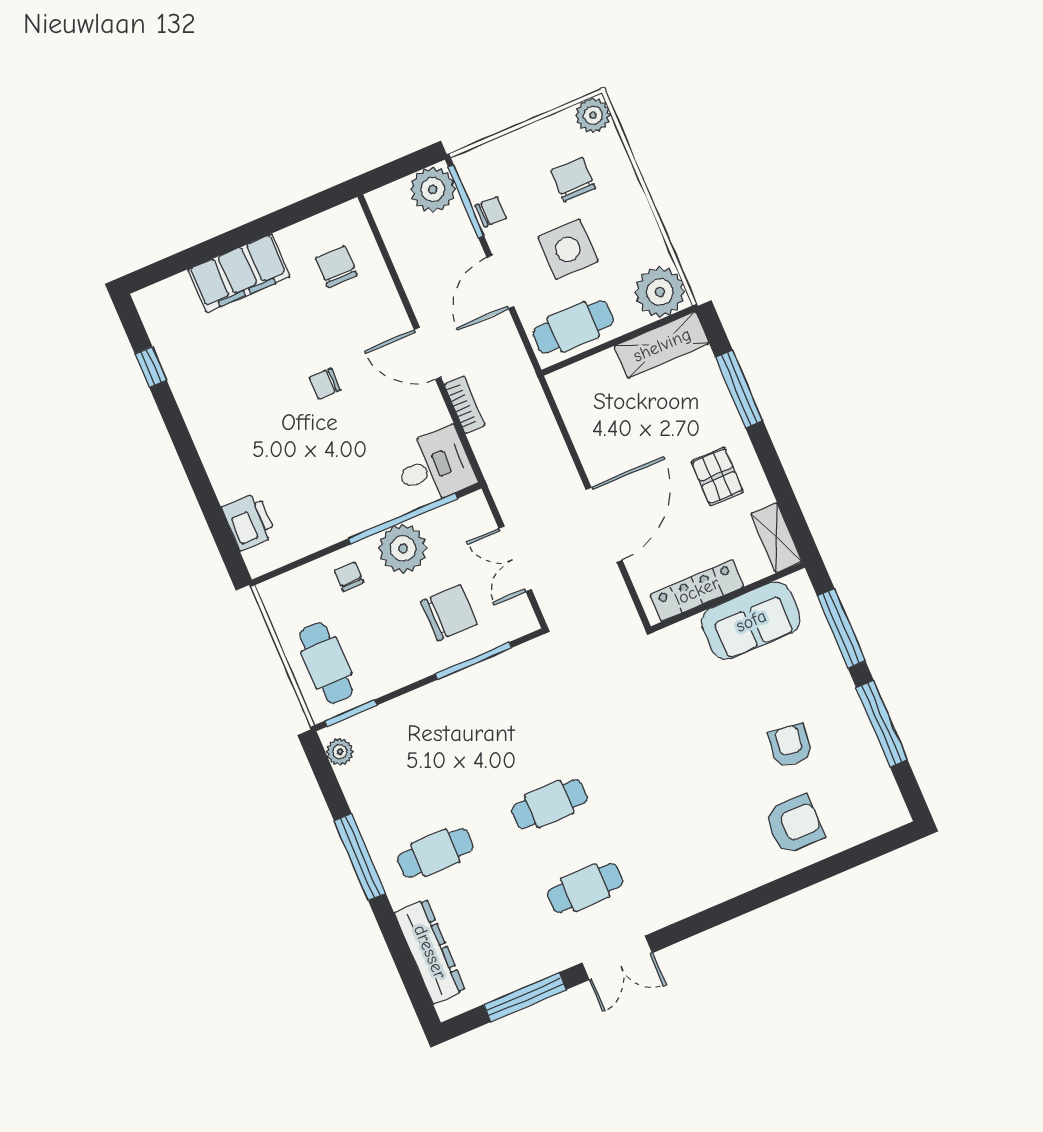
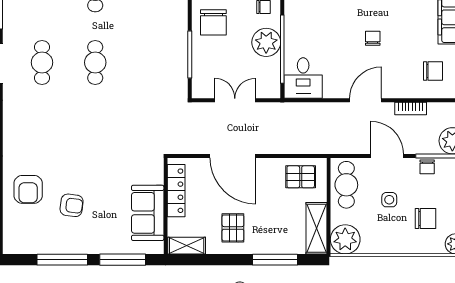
side table: (568, 249) -> (389, 200), width x0.54, depth x0.54
pallet: (591, 404) -> (301, 177), added
bookcase: (465, 405) -> (411, 109), moved
pallet: (717, 476) -> (233, 228), turned 90
chair: (449, 613) -> (213, 22), moved

